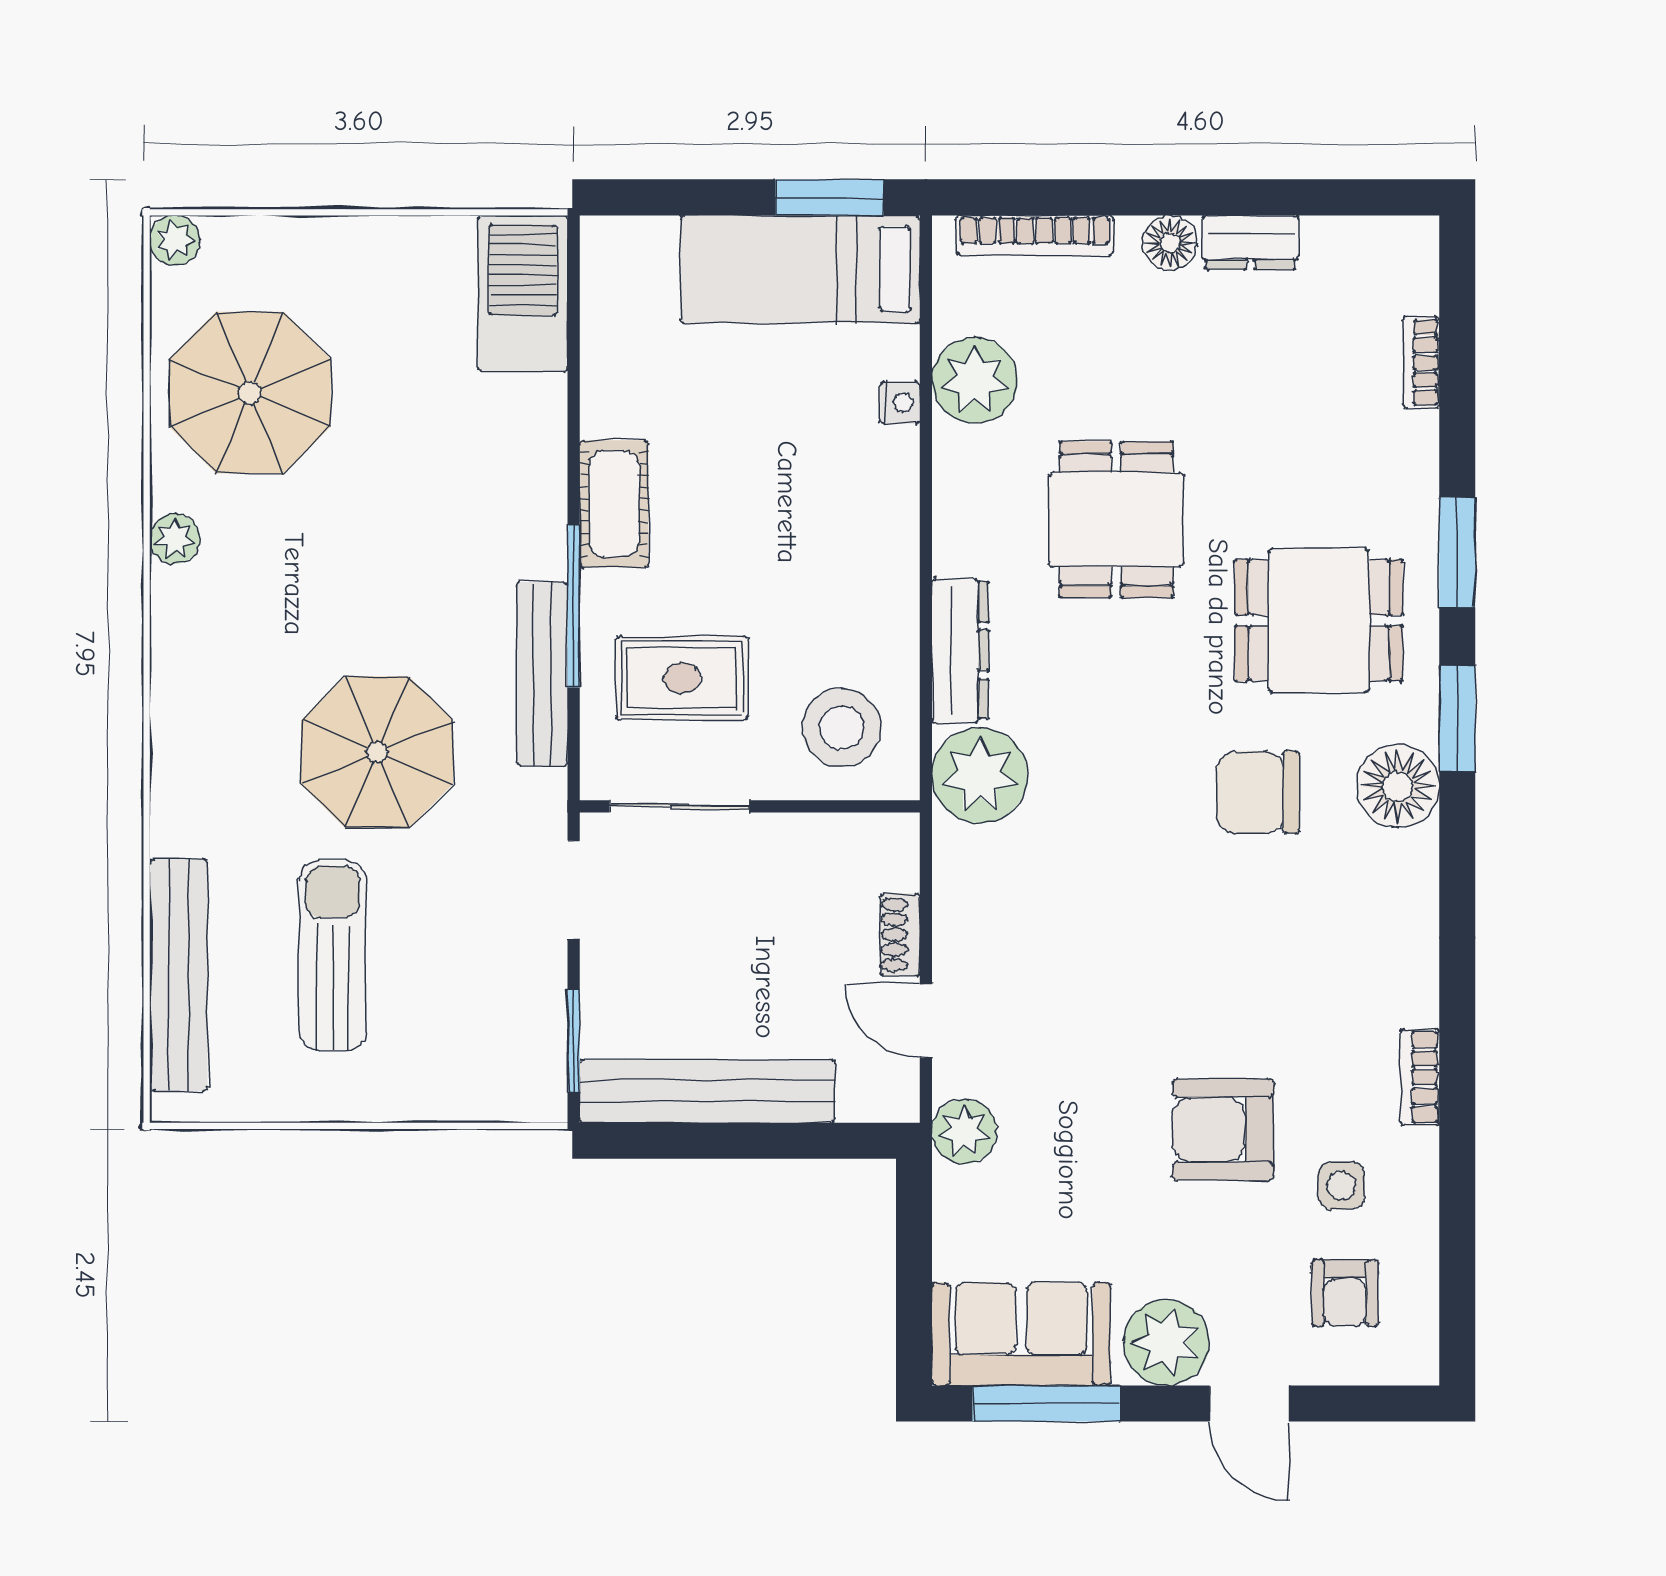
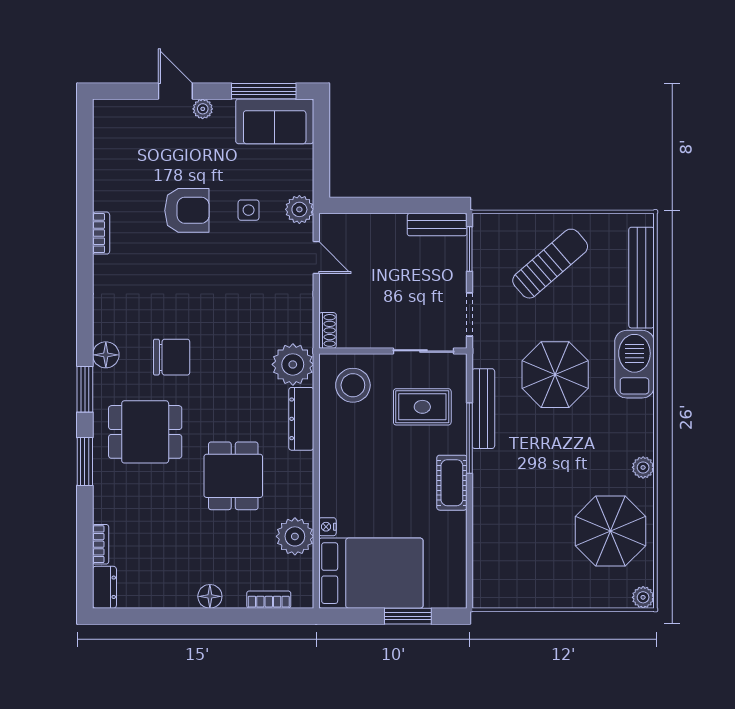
window: (830, 197) -> (408, 616), moved
bookcase: (1035, 235) -> (269, 600), width x0.64
dresser: (1250, 242) -> (104, 587), moved, turned 90
bed: (800, 269) -> (371, 573), width x1.50
barbecue: (523, 293) -> (634, 364), moved, turned 180
floor lamp: (1398, 786) -> (106, 355), width x0.73, depth x0.73
shoe rack: (900, 935) -> (327, 330), moved
sun lounger: (333, 956) -> (550, 264), moved, turned -131
bench: (707, 1091) -> (437, 225), width x0.54, depth x0.82
side table: (1341, 1186) -> (249, 210), moved
armchair: (1345, 1293) -> (134, 139), removed
plant: (1166, 1343) -> (203, 109), width x0.53, depth x0.53

